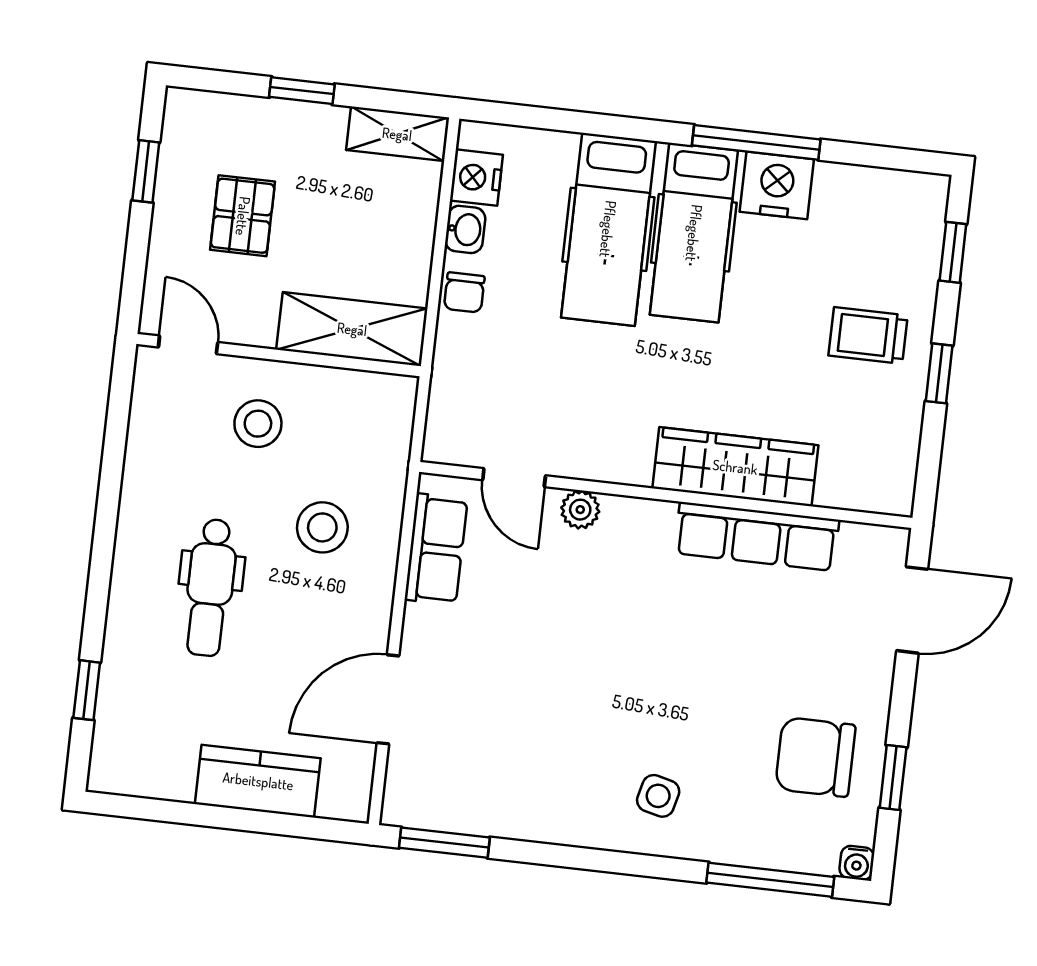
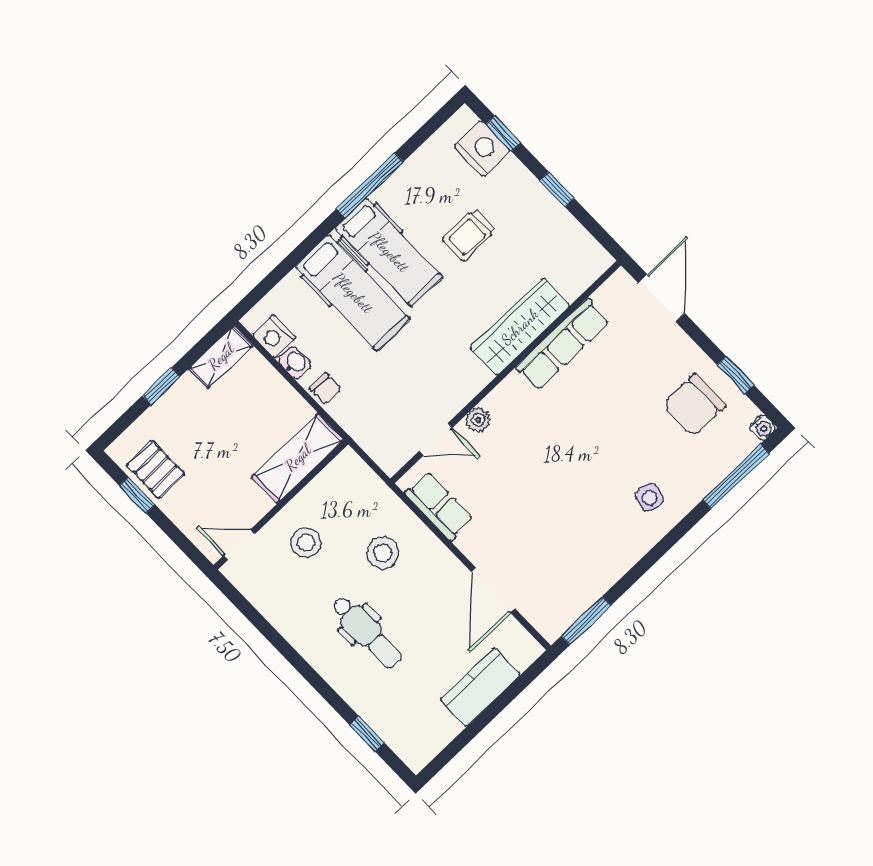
nightstand: (777, 185) -> (482, 149), moved, turned 90
pallet: (243, 216) -> (155, 469), moved
trolley: (868, 336) -> (469, 235), moved

